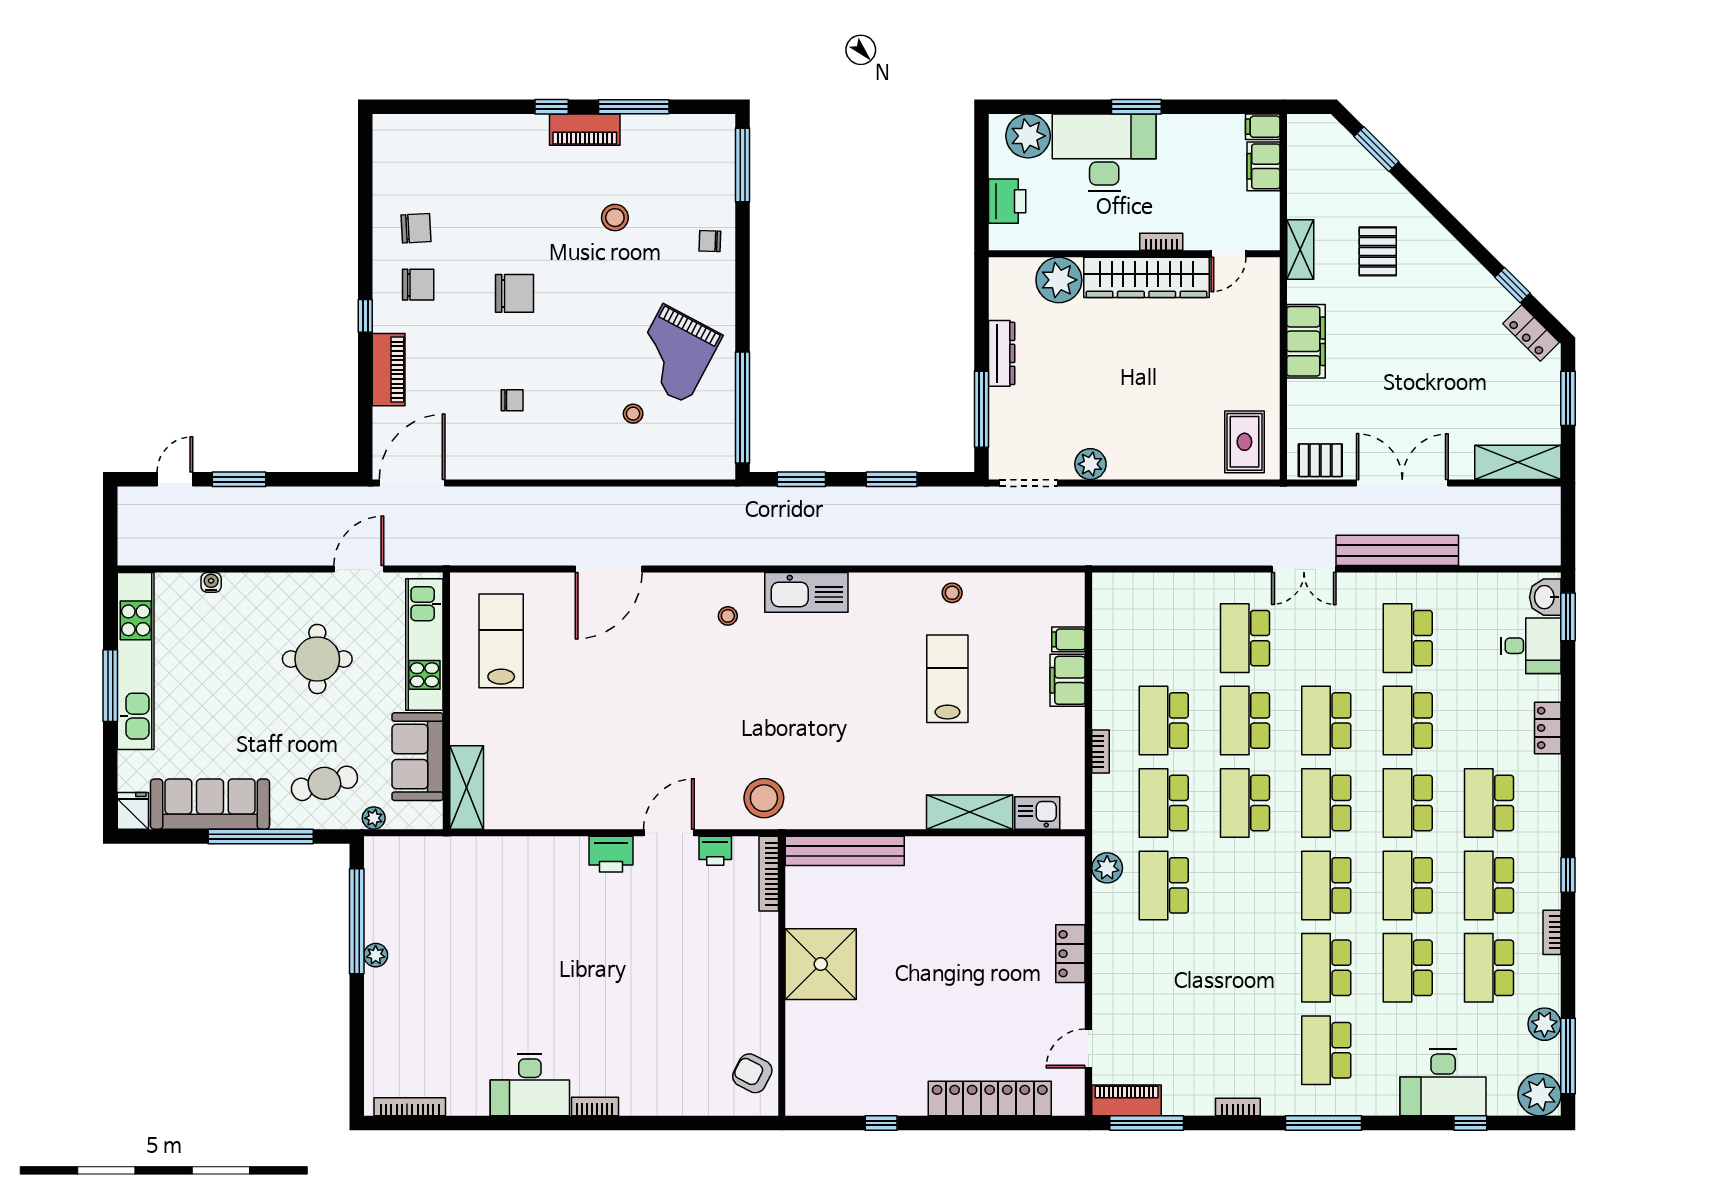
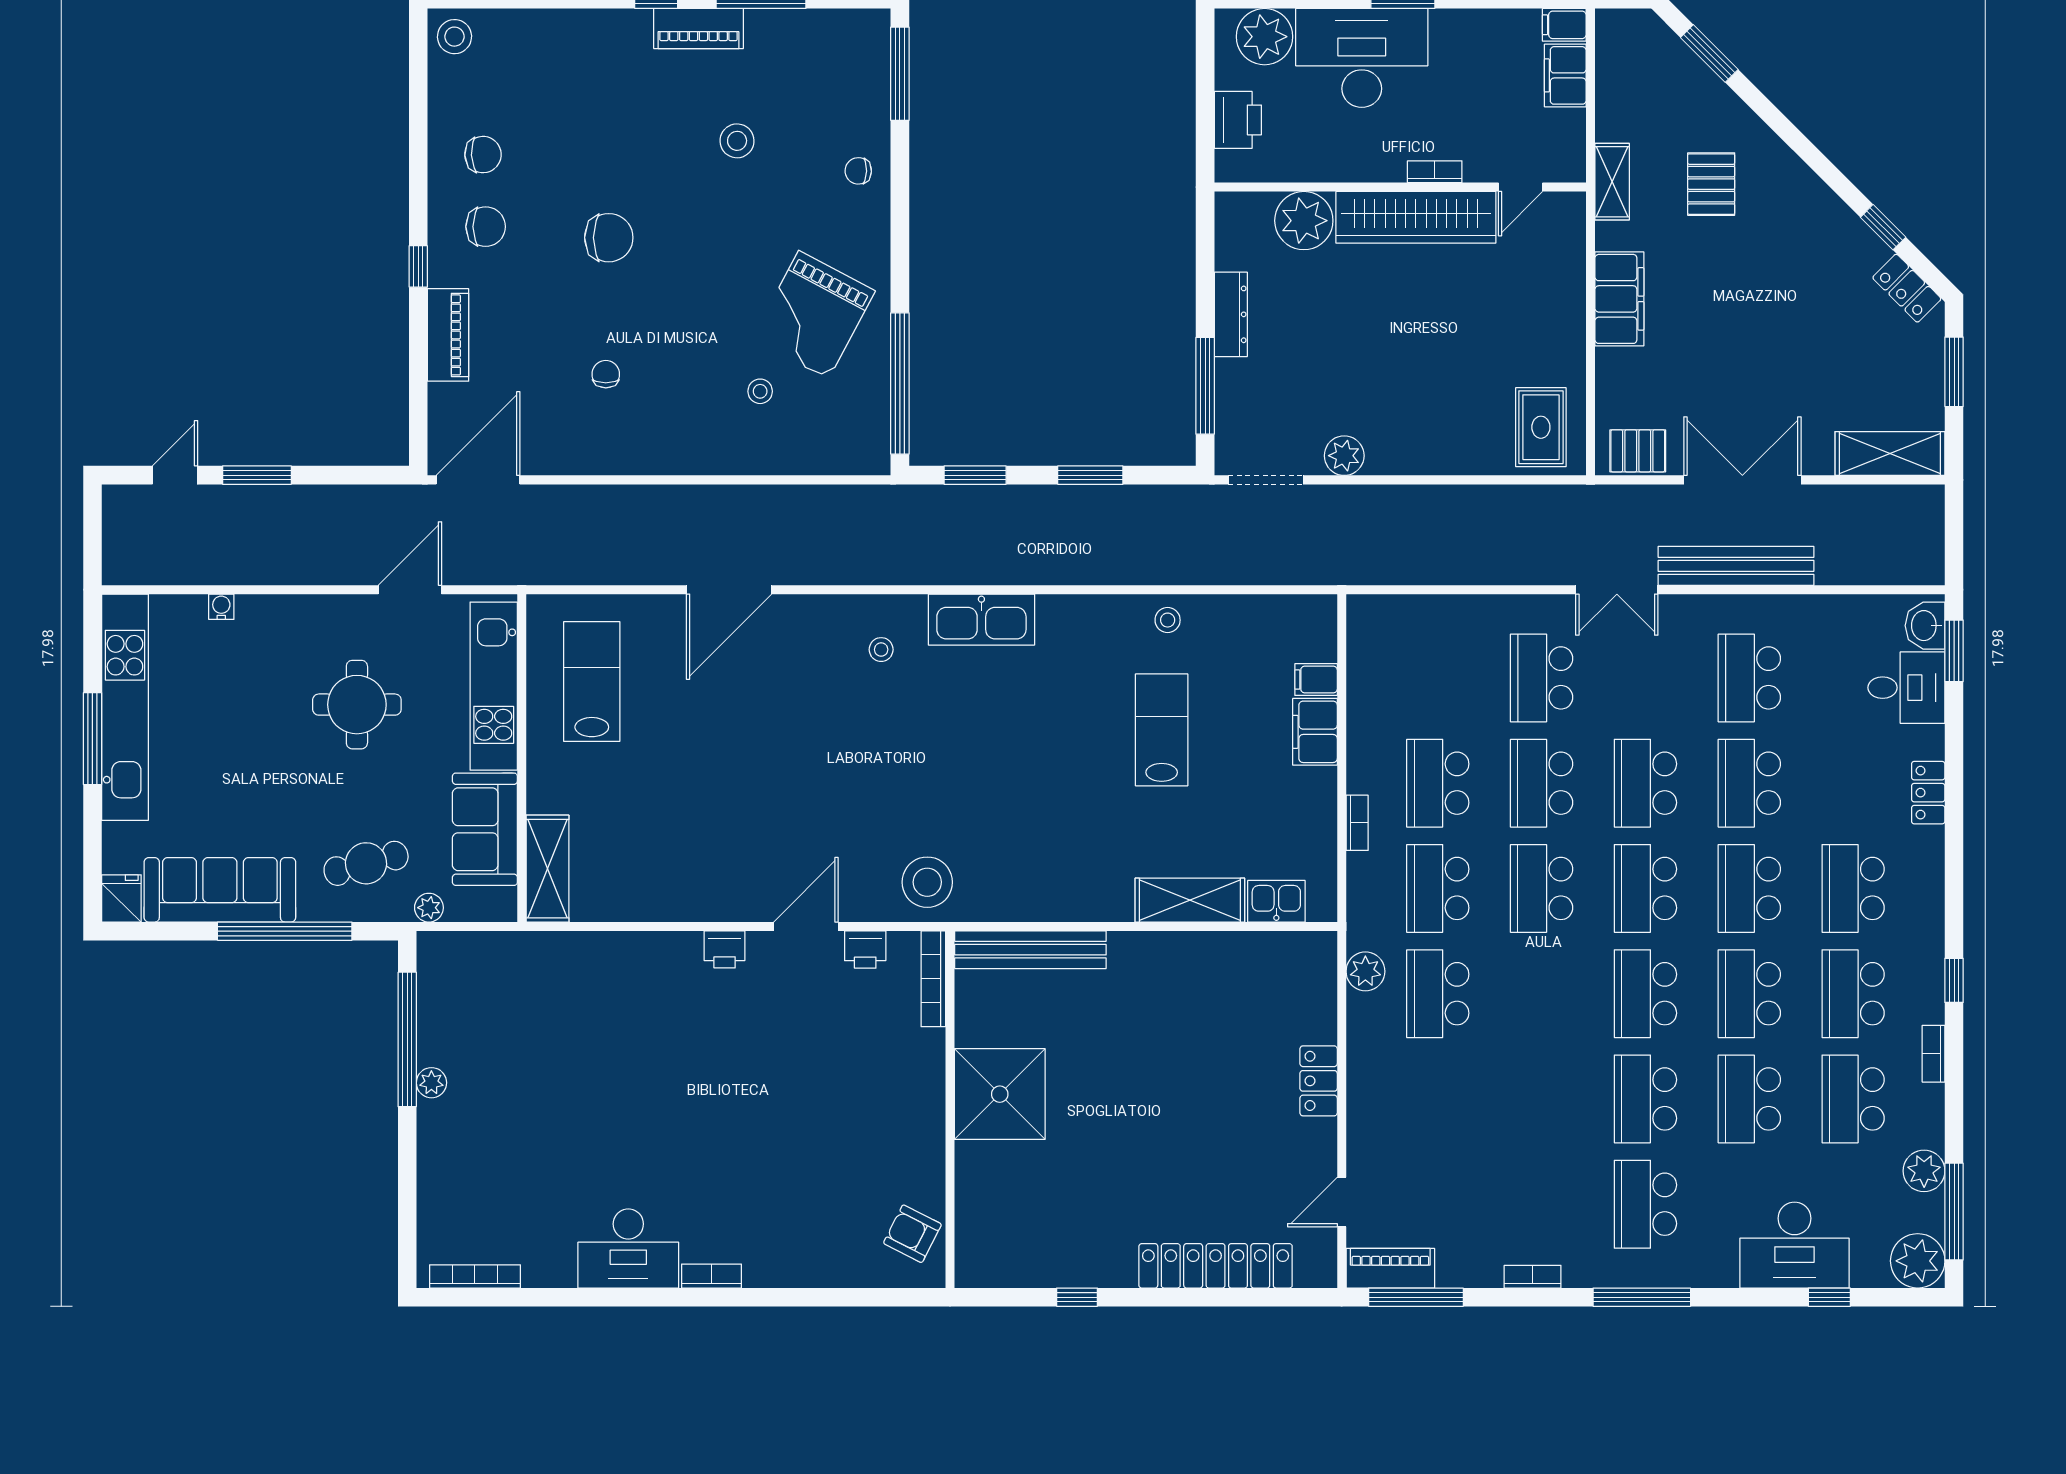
stool: (394, 136) -> (455, 37), added
chair: (512, 400) -> (606, 374), turned -90
printer: (611, 854) -> (725, 949), width x0.73, depth x0.81

